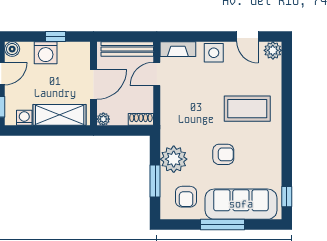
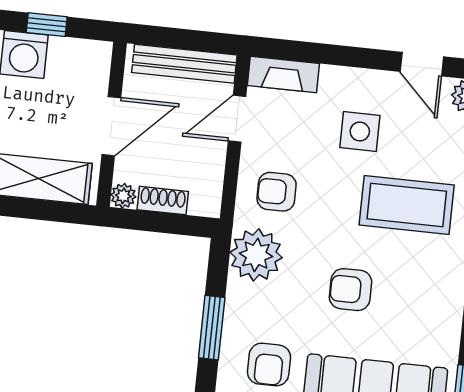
side table: (214, 53) -> (360, 131), moved
armchair: (181, 109) -> (277, 192), added
shoe rack: (141, 119) -> (163, 201), moved
armchair: (223, 154) -> (350, 290), turned 180
plant: (174, 159) -> (256, 255), moved

